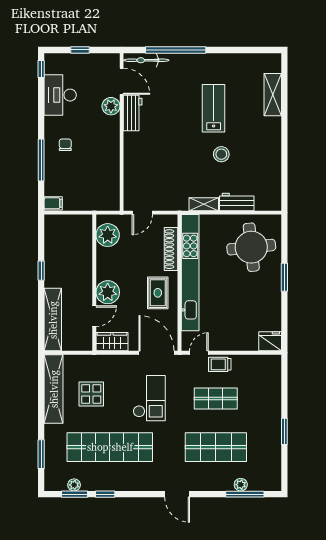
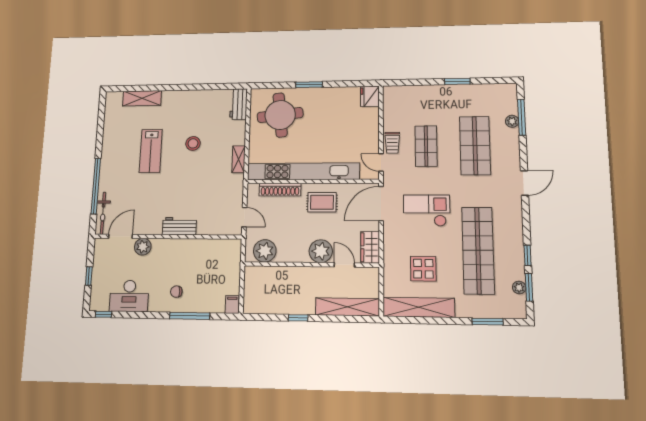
lab bench: (214, 108) -> (151, 151), turned -90
workbench: (133, 113) -> (179, 226), moved
workbench: (237, 202) -> (239, 104), moved

